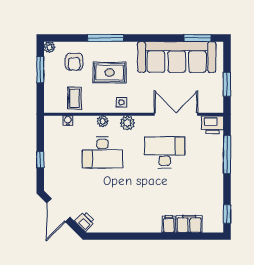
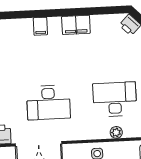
plant: (127, 123) -> (90, 132), removed
filing cabinet: (189, 224) -> (76, 25), moved

